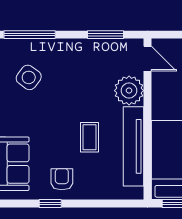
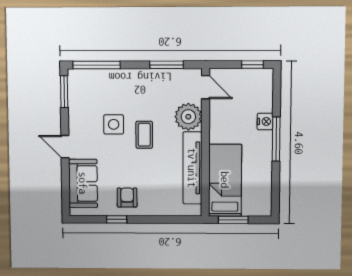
side table: (29, 77) -> (114, 124), moved, turned -37
coffee table: (89, 137) -> (144, 135), moved

